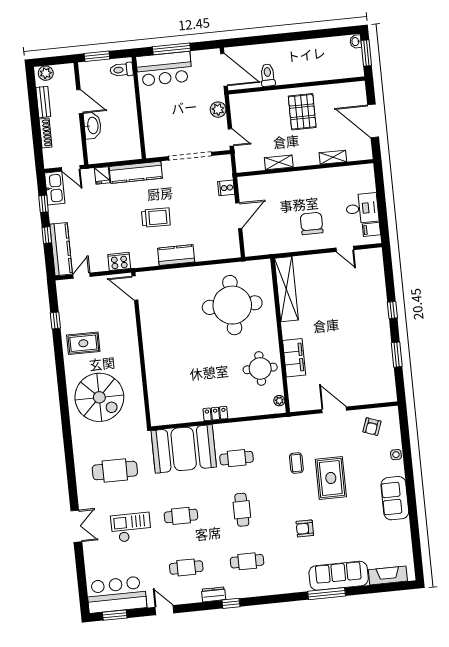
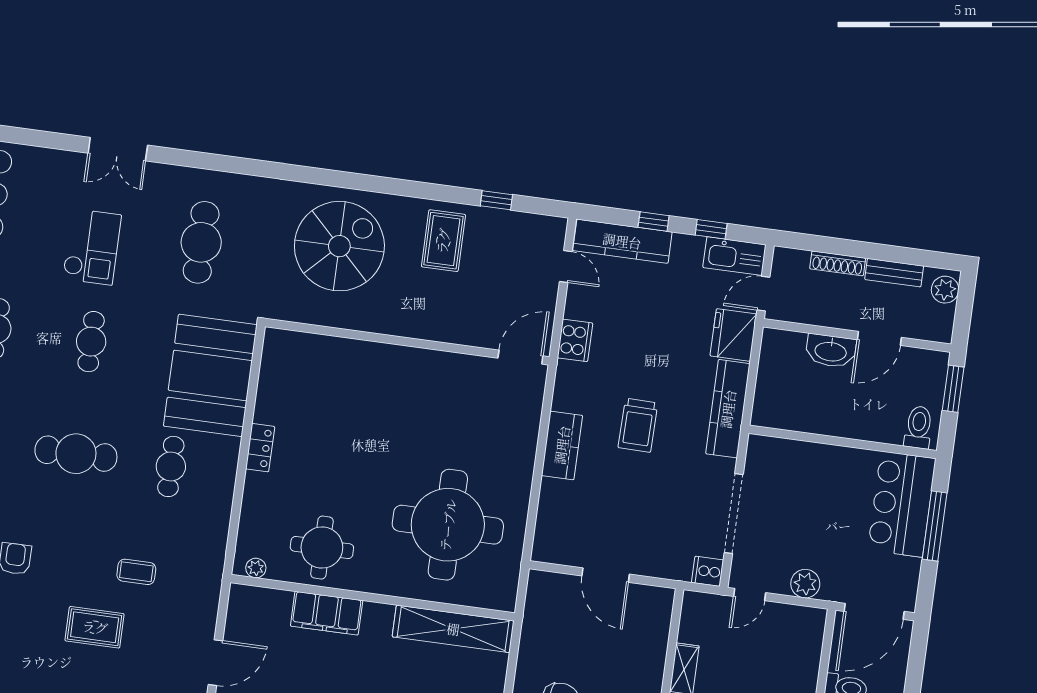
fridge: (102, 175) -> (733, 335), width x1.88, depth x1.34
cooker: (226, 188) -> (708, 571), moved, turned -90
spiral stairs: (99, 397) -> (339, 246), turned 180
rug: (331, 478) -> (95, 627), width x0.73, depth x0.70
cafe table: (242, 510) -> (76, 454), width x1.37, depth x1.35

